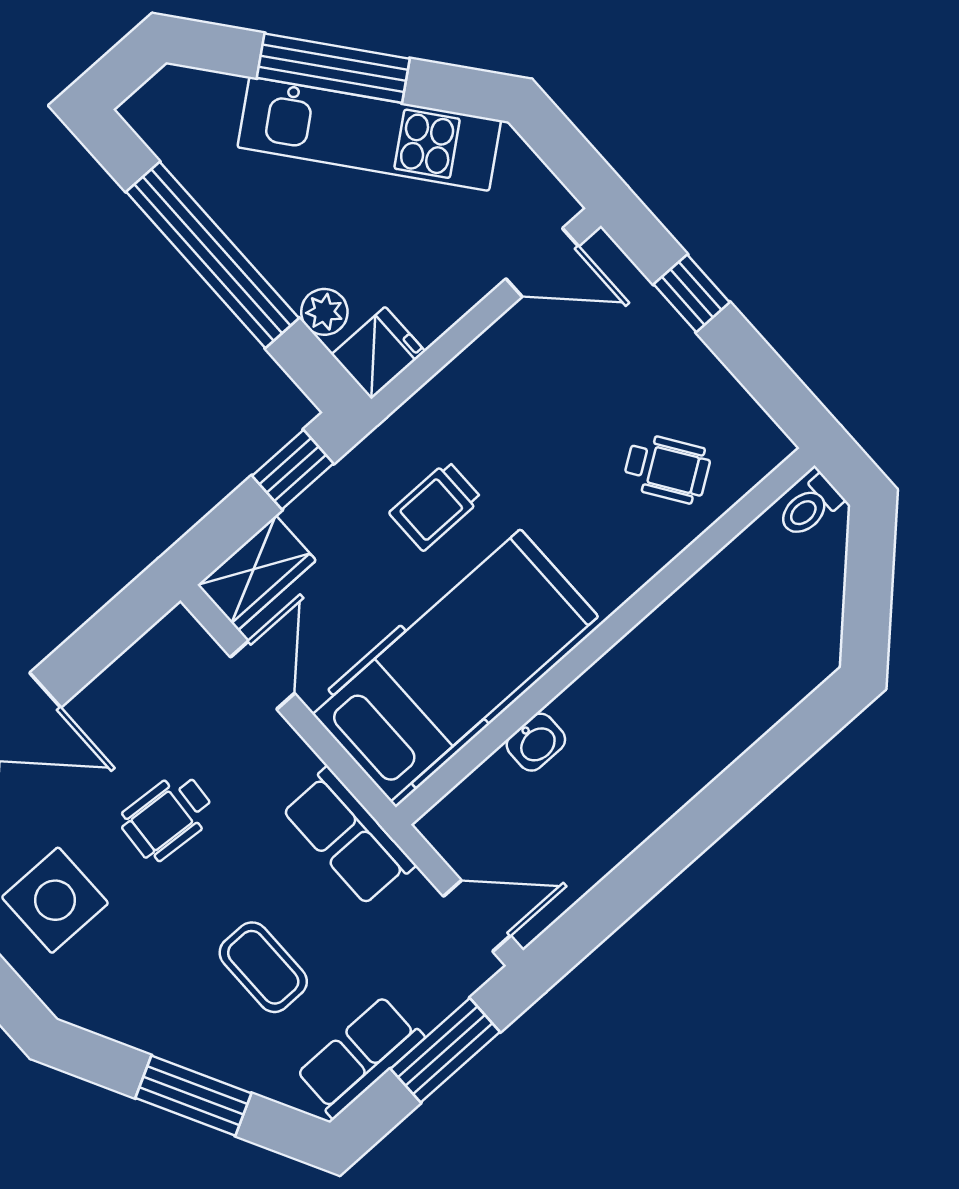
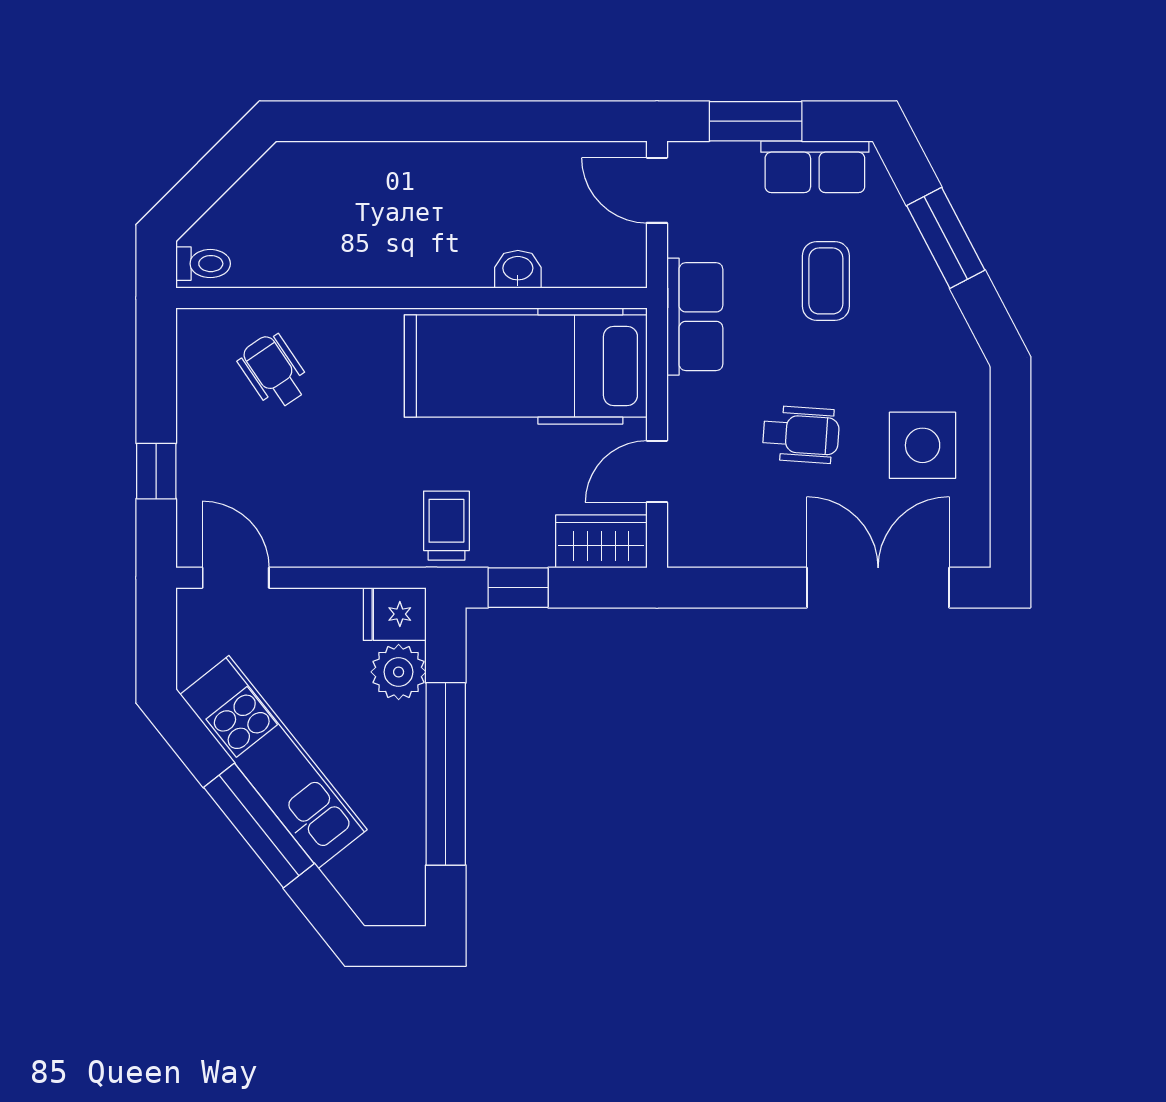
plant: (324, 312) -> (399, 672), width x1.38, depth x1.38
trolley: (435, 506) -> (446, 526), moved, turned -90

